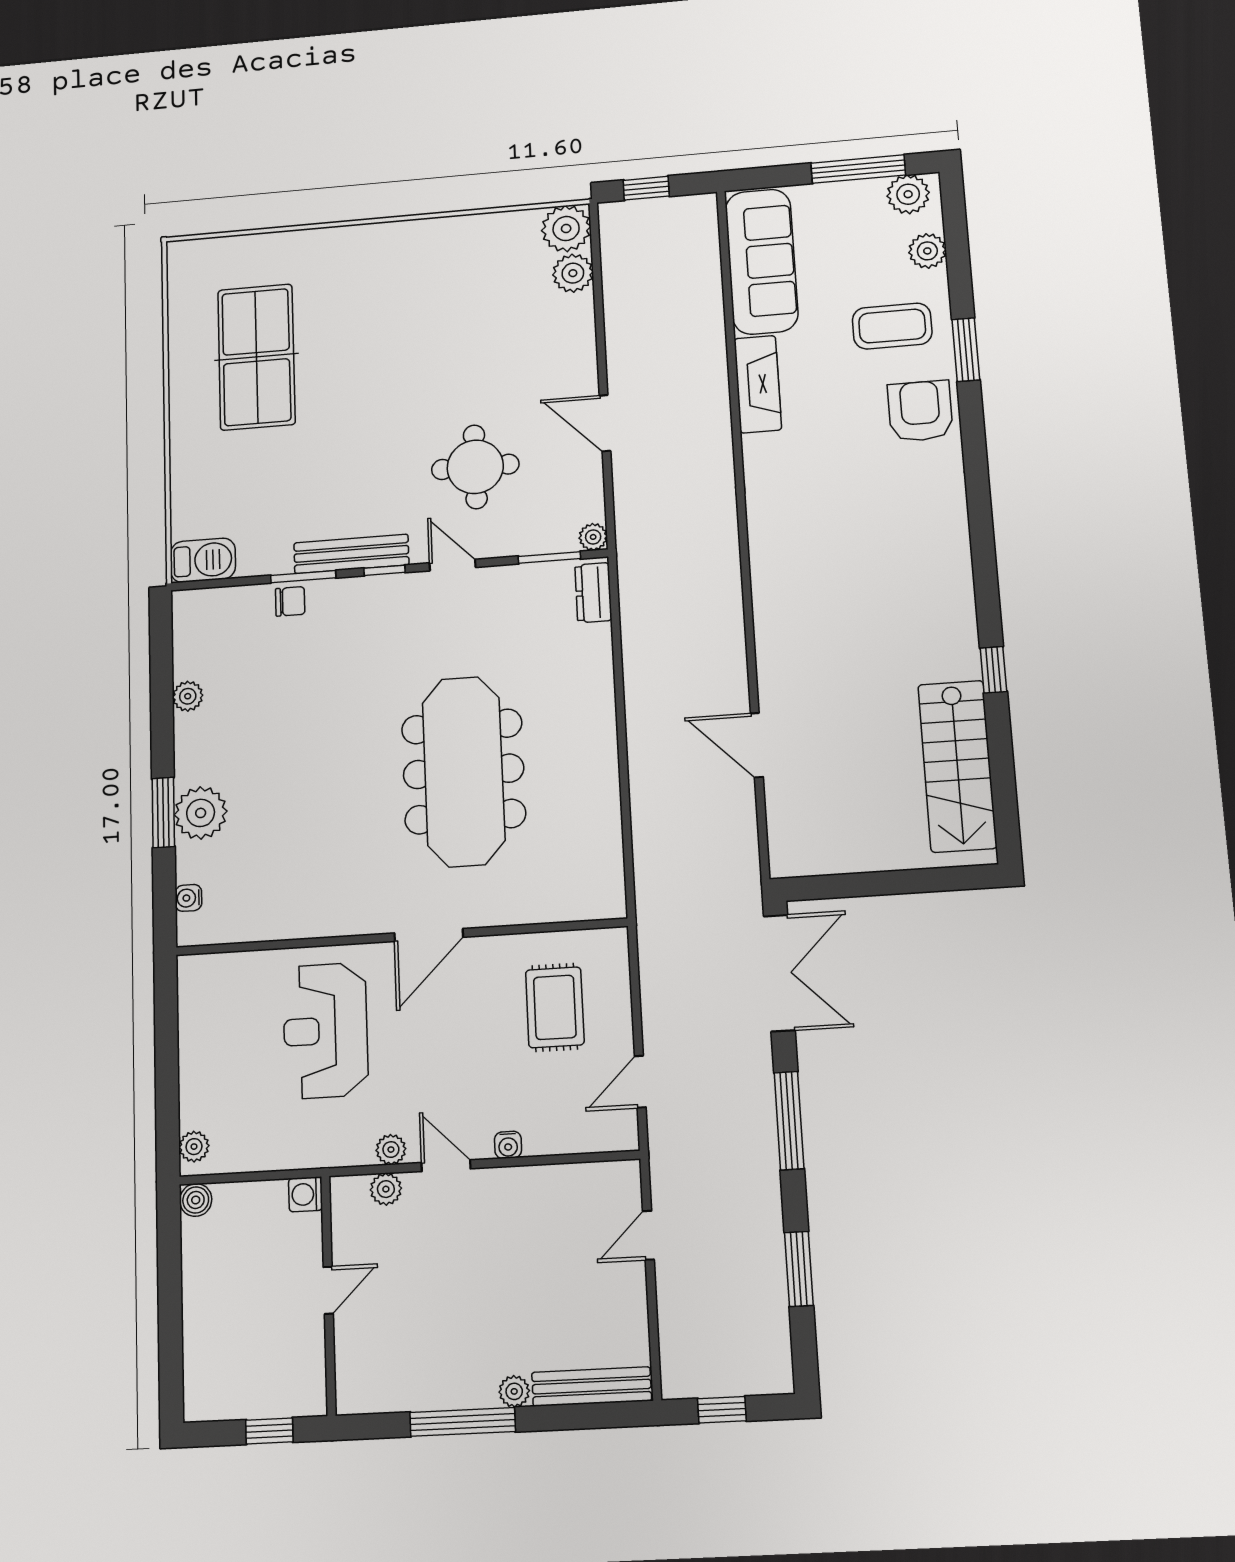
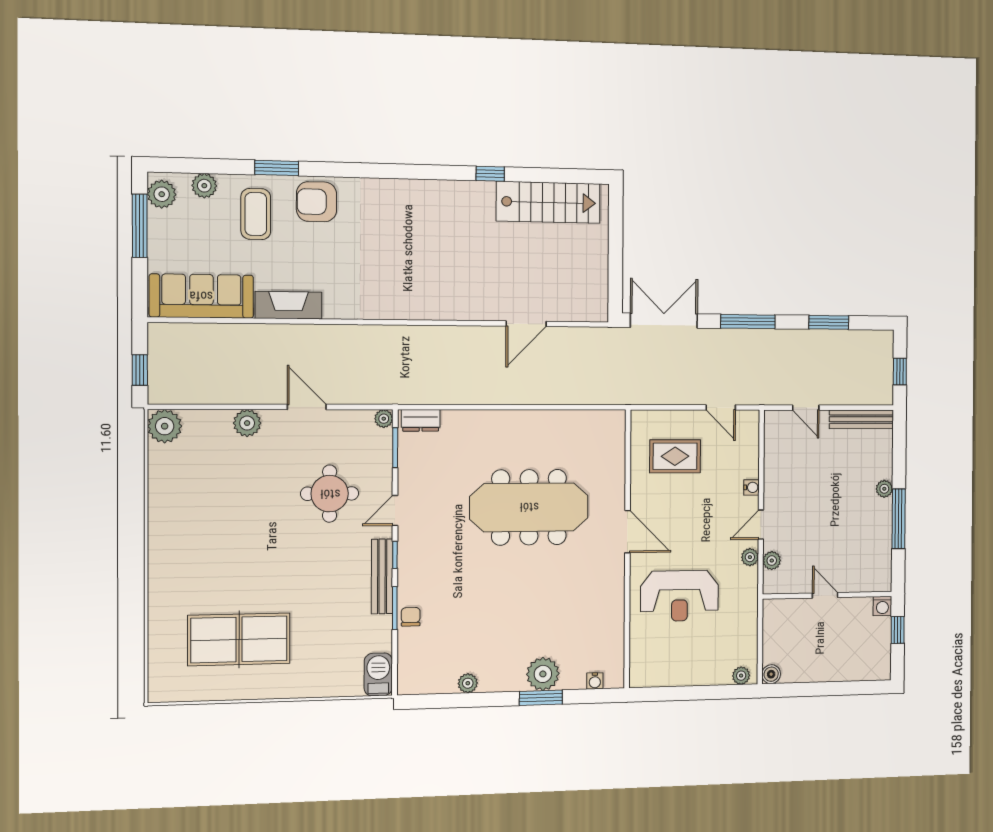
plant: (573, 273) -> (247, 423), moved
door: (605, 423) -> (307, 407), swing flipped
washing machine: (305, 1194) -> (882, 606), moved
bench: (592, 1387) -> (861, 419), moved, turned 90

